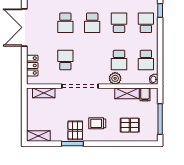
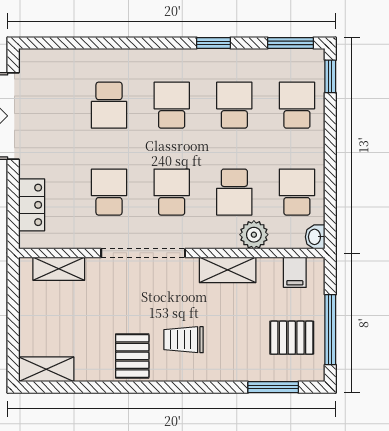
school desk: (92, 23) -> (172, 105), turned 180
school desk: (92, 60) -> (172, 192), added
school desk: (146, 60) -> (297, 192), turned 180
plant: (115, 78) -> (254, 235), moved
shelving: (127, 93) -> (228, 270), moved
pallet: (130, 125) -> (292, 338), moved
window: (72, 144) -> (273, 387), moved

